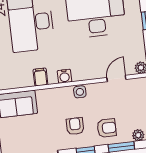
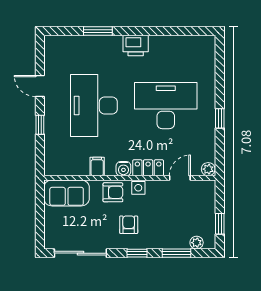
locker: (87, 73) -> (148, 168), added
armchair: (107, 128) -> (113, 192), moved

